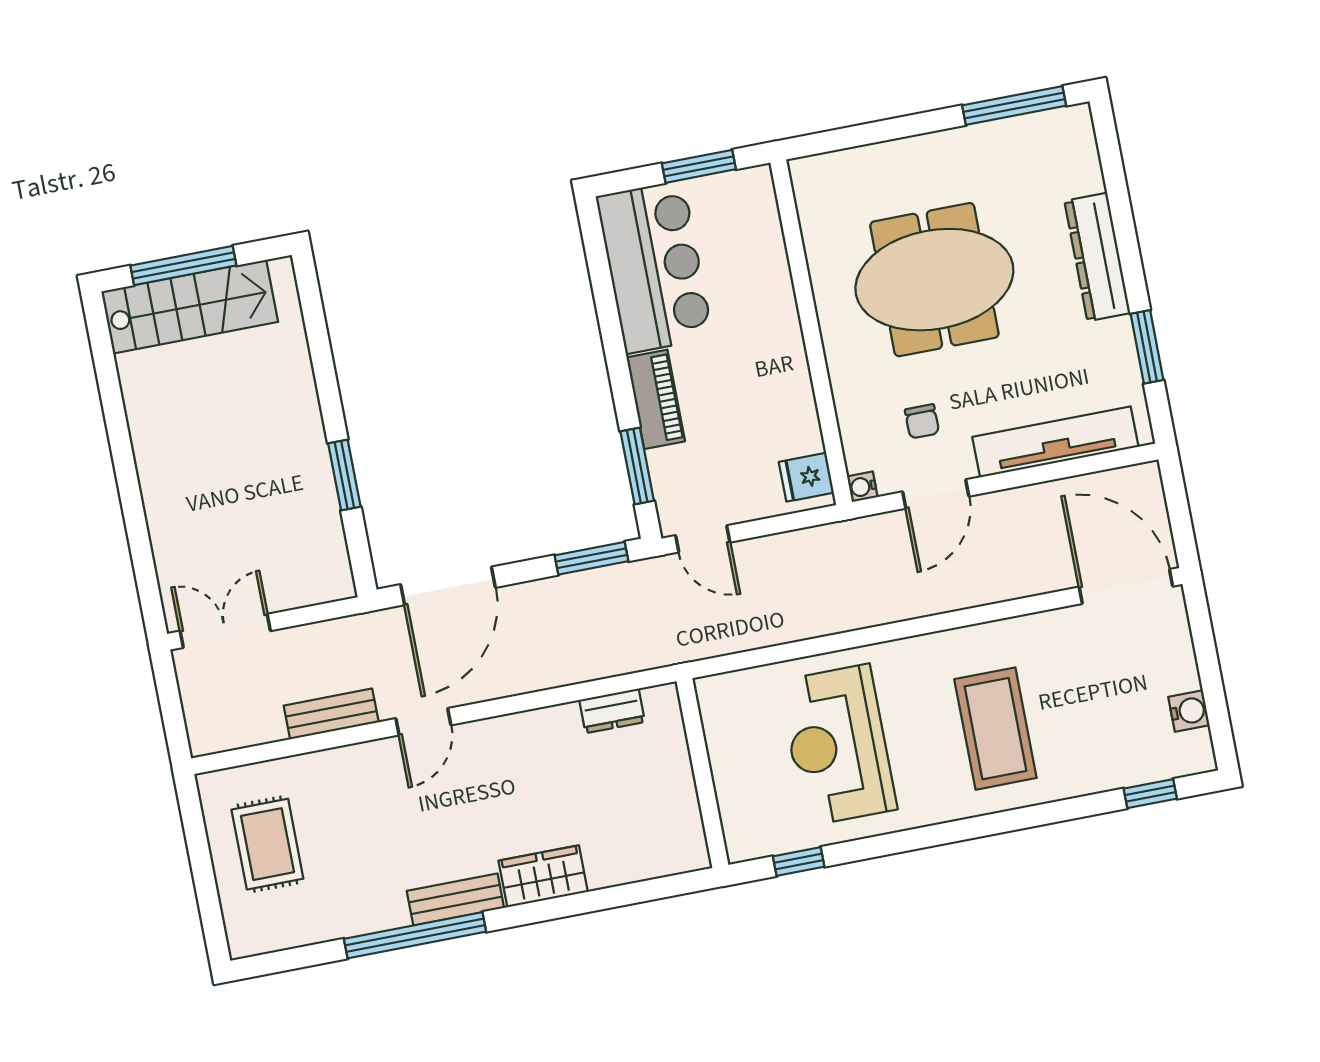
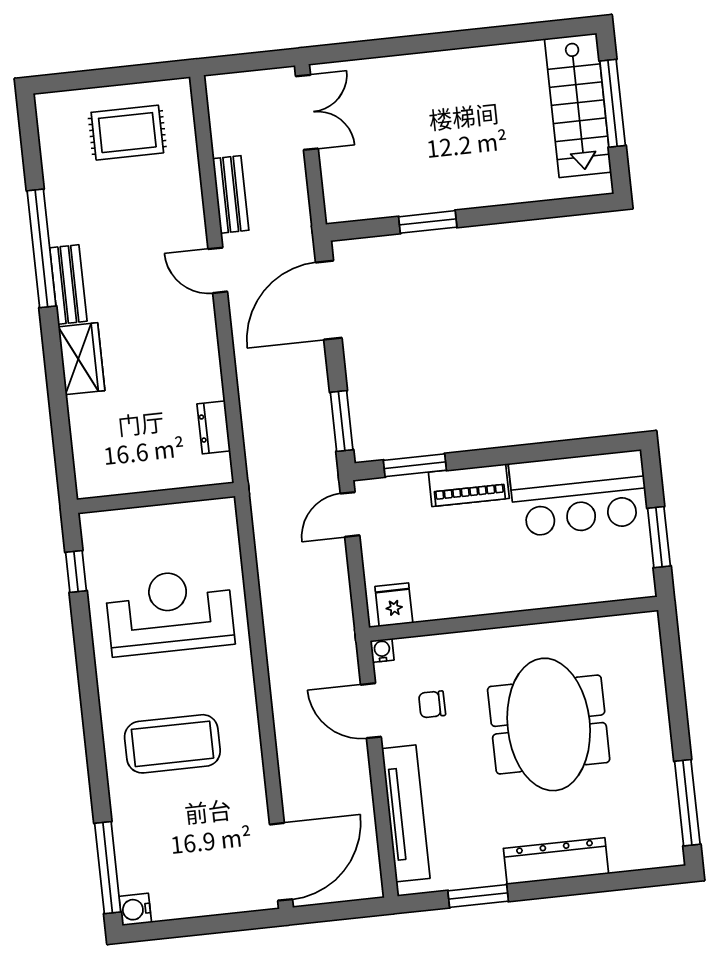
door: (448, 586) -> (329, 300), hinge flipped
water cooler: (1189, 711) -> (135, 909), moved, turned 90
window: (1150, 794) -> (108, 868), width x2.17

